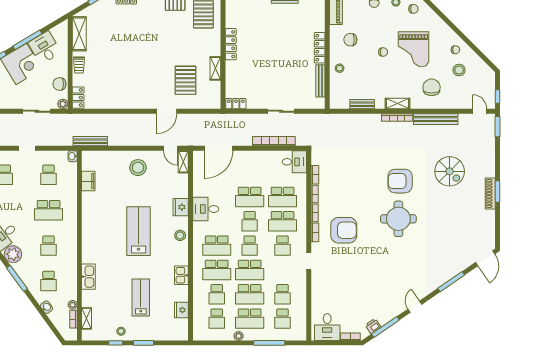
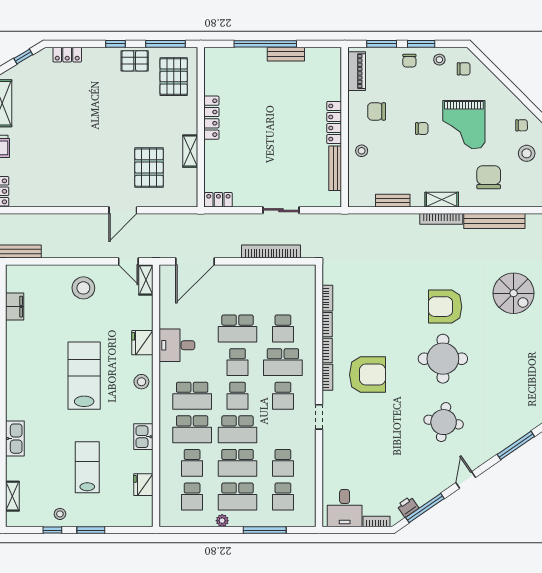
desk: (294, 162) -> (299, 280), removed
school desk: (283, 197) -> (283, 329), width x0.54
round table: (399, 265) -> (444, 422), added

